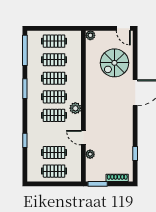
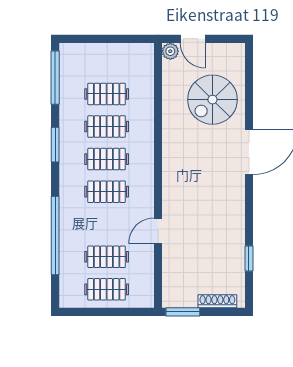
door: (123, 28) -> (193, 39), moved
clothes rail: (54, 41) -> (107, 61), removed
plant: (75, 108) -> (144, 179), removed
door: (83, 138) -> (158, 231), hinge flipped
window: (25, 140) -> (55, 236), width x3.17
plant: (90, 154) -> (170, 260), removed

